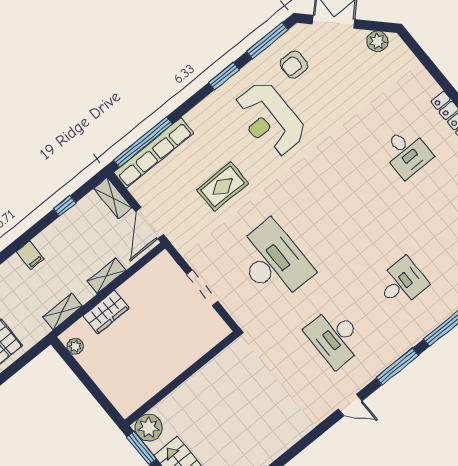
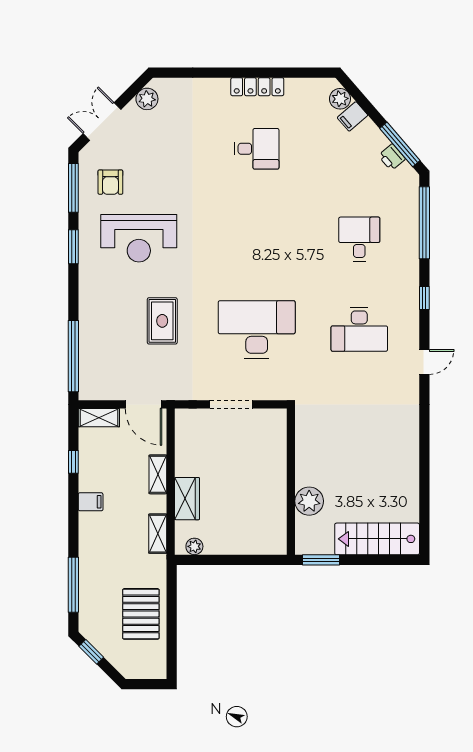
row of seats: (153, 153) -> (89, 355), removed
filing cabinet: (30, 255) -> (91, 502), moved
window: (397, 366) -> (424, 298), width x0.46
plant: (149, 428) -> (309, 501), moved

